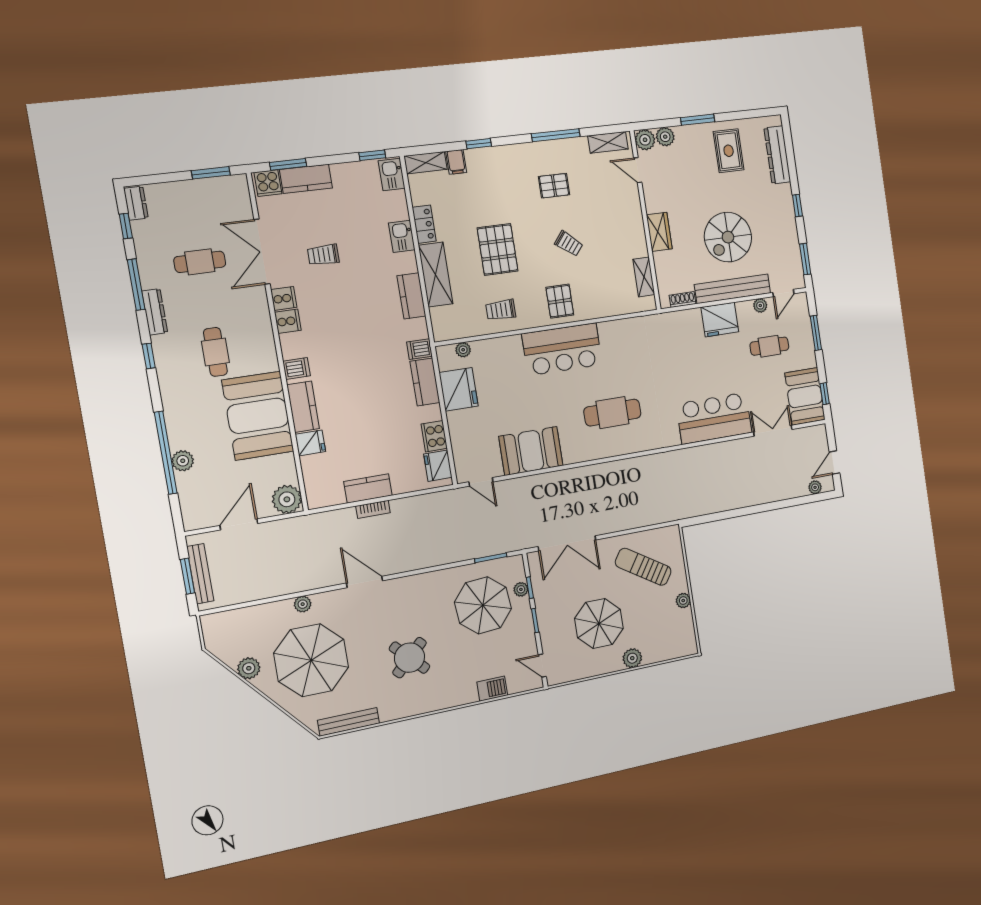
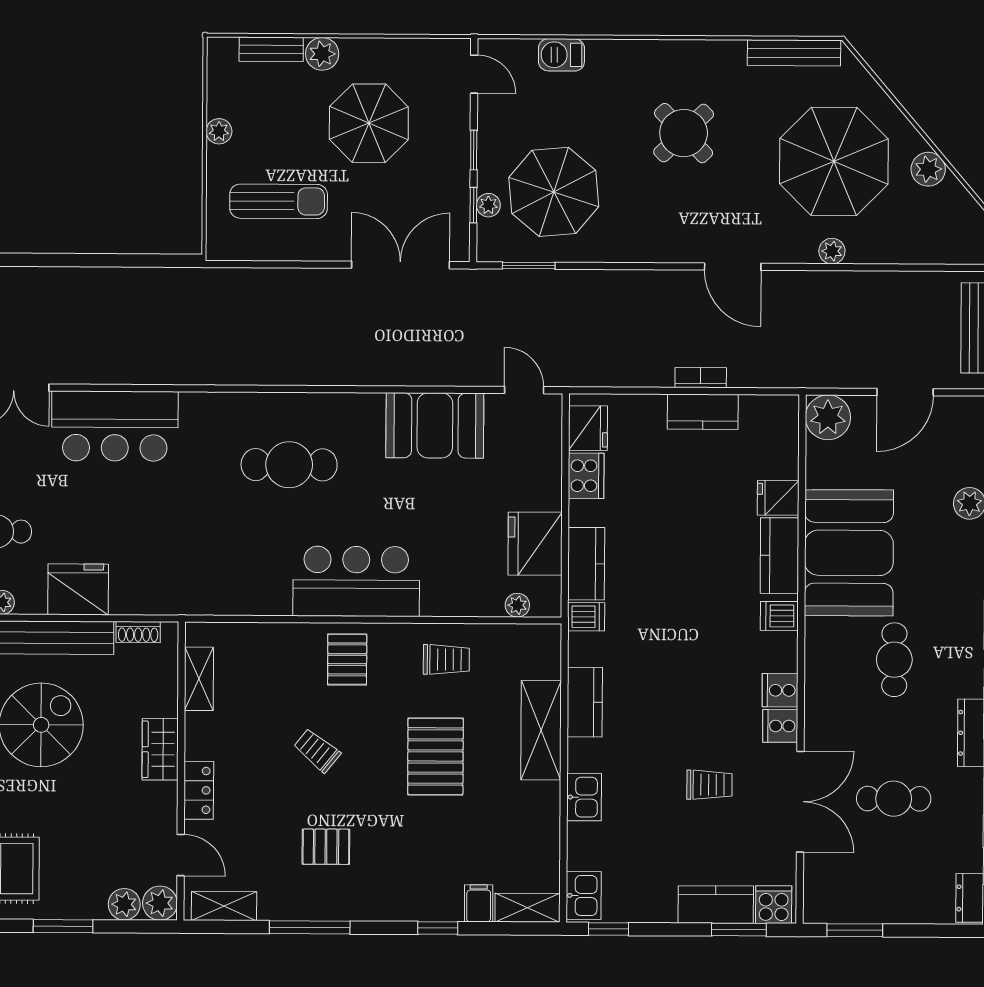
locker: (424, 224) -> (199, 790), moved, turned 180
sun lounger: (643, 567) -> (279, 201), turned -33
bench: (662, 654) -> (271, 49), added

